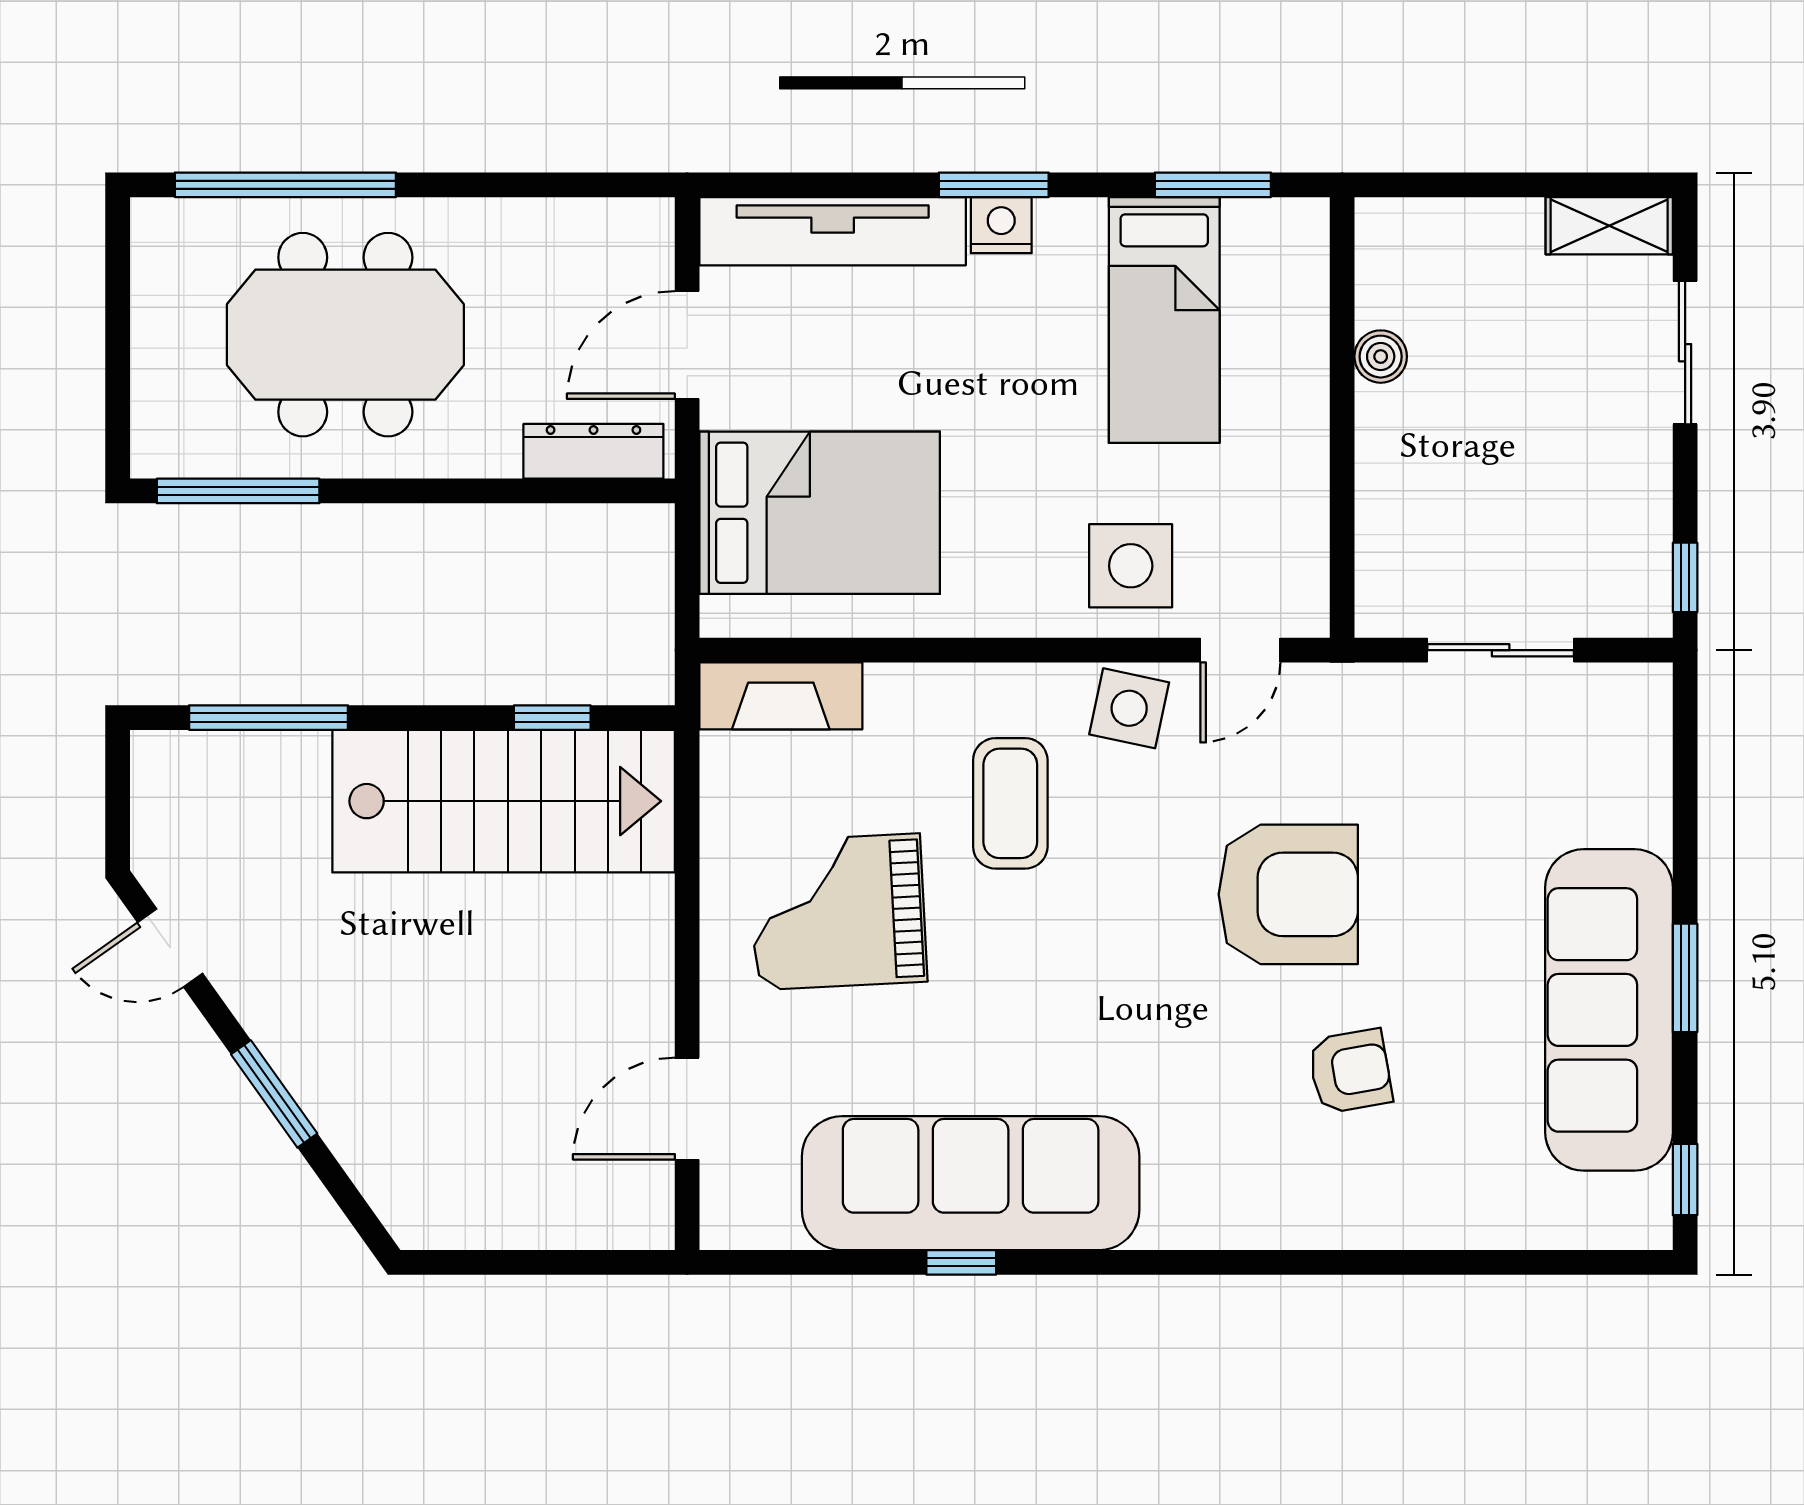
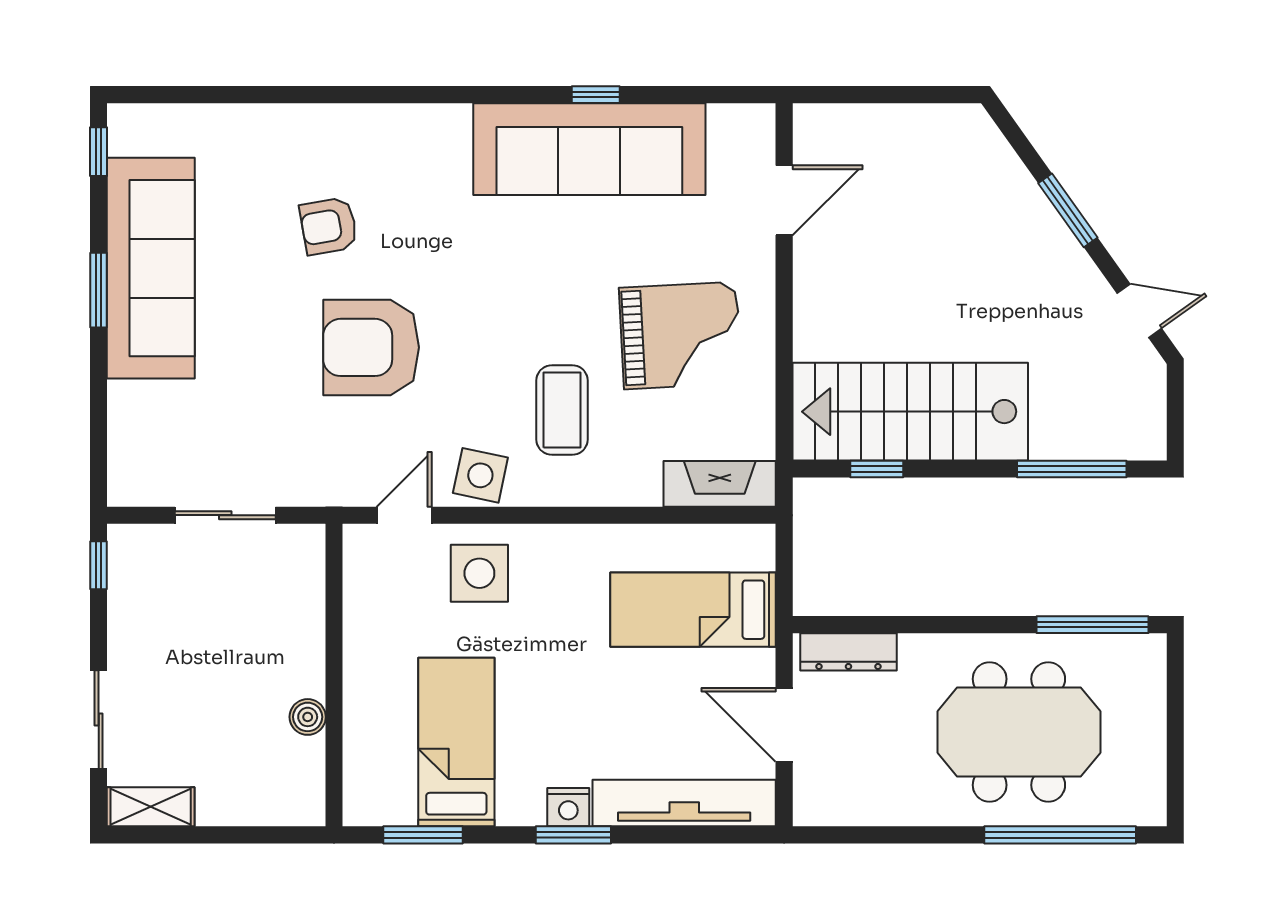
door: (687, 345) -> (784, 725), swing flipped
bed: (820, 513) -> (693, 610), width x0.67

